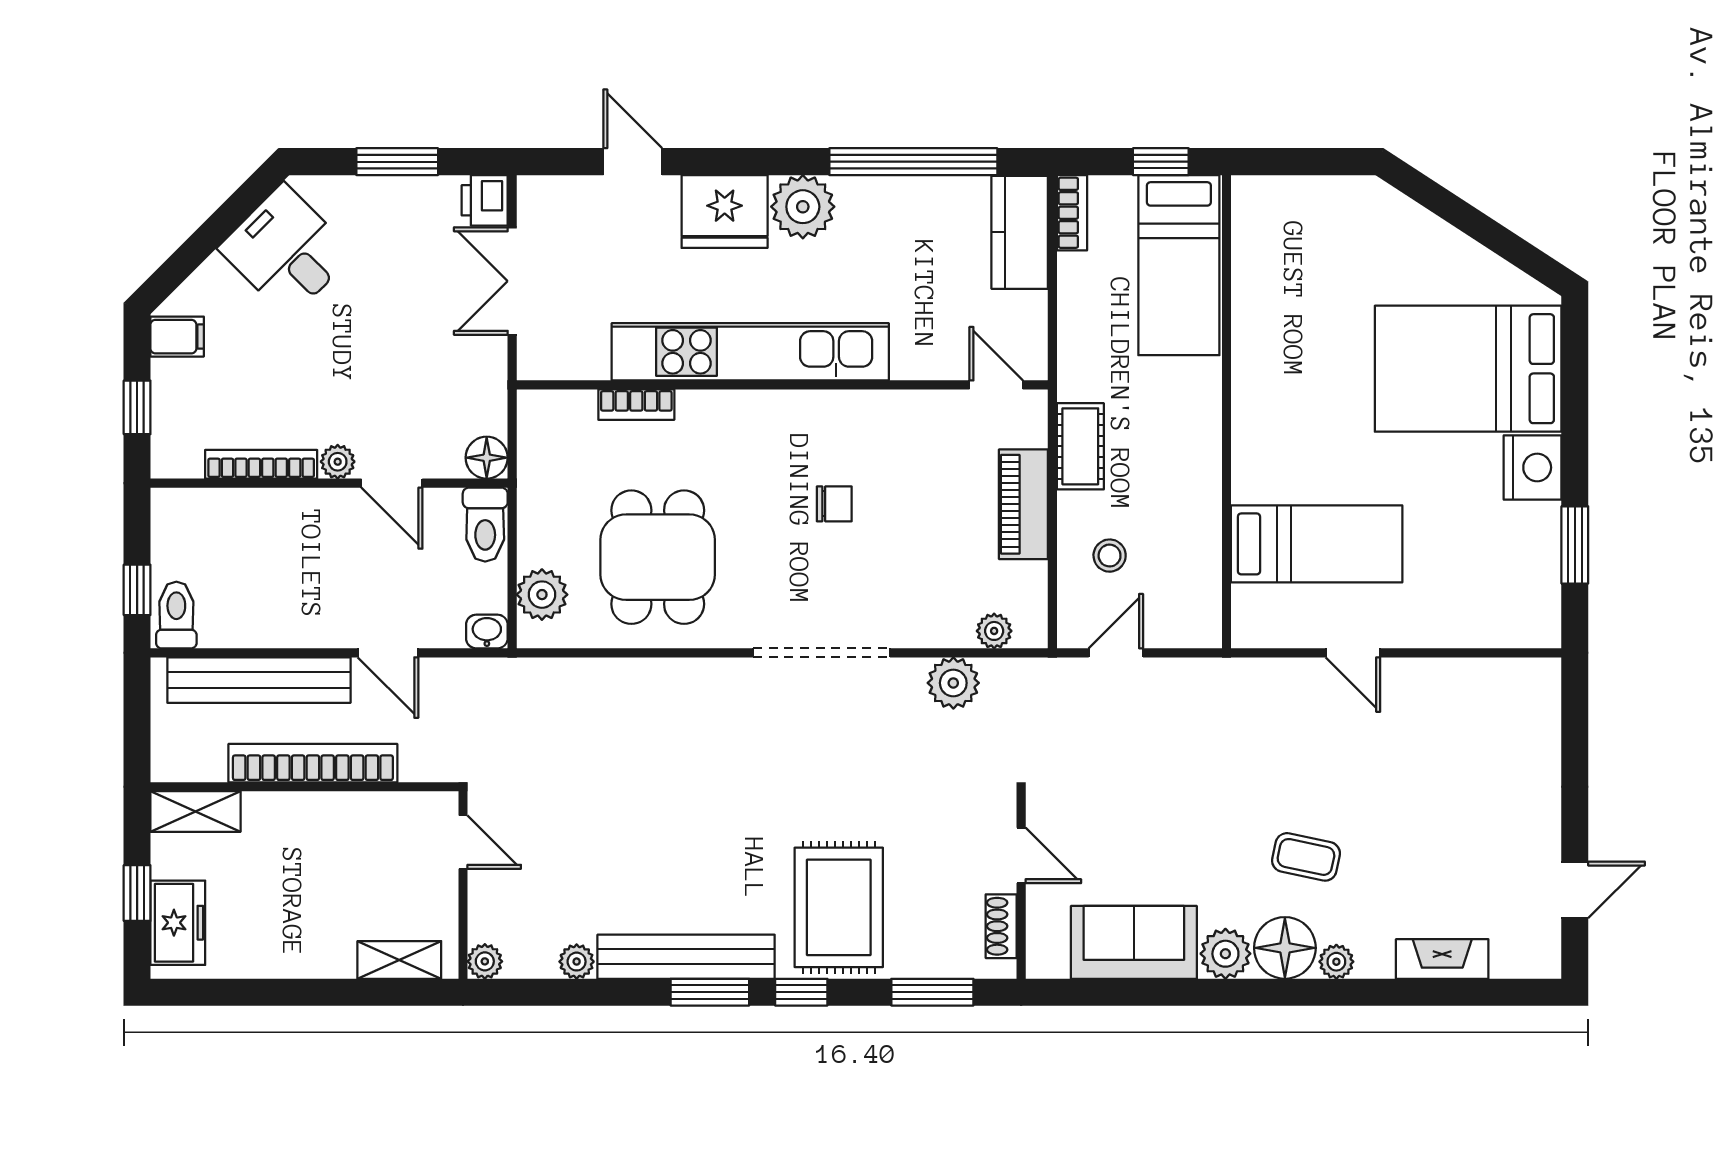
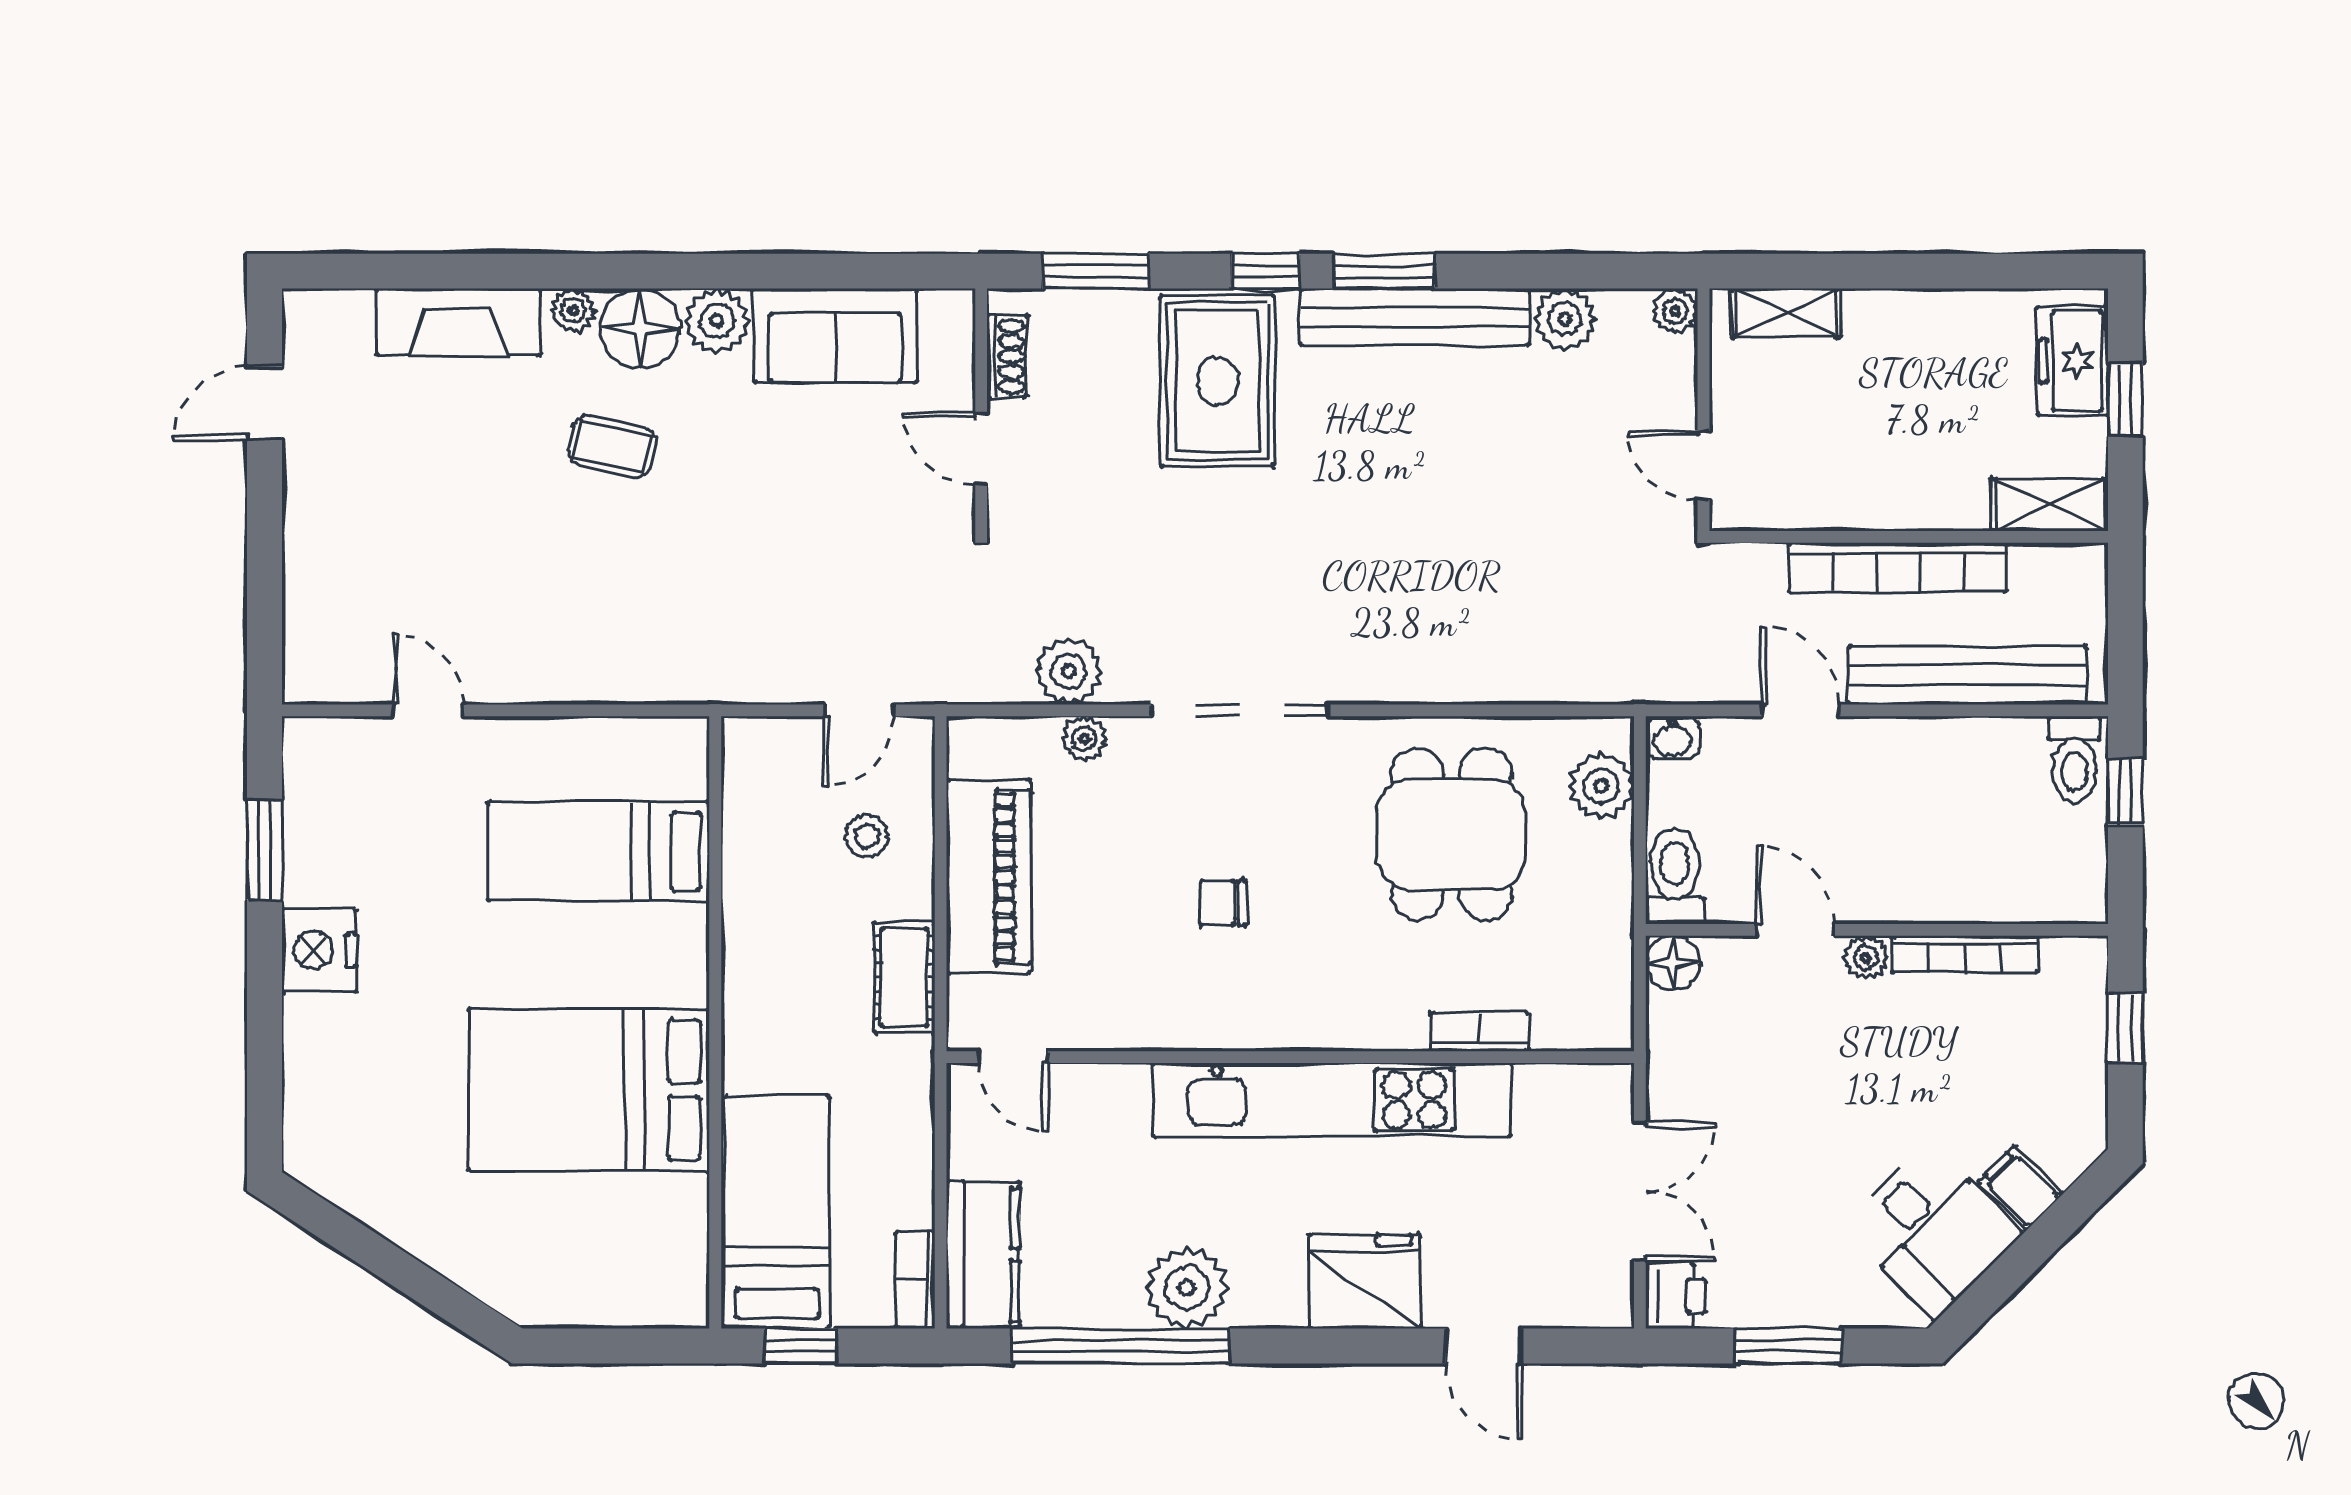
plant: (803, 207) -> (1187, 1288), moved
filing cabinet: (177, 337) -> (2020, 1188), moved, turned 45
bed: (1468, 369) -> (589, 1090), moved, turned 180
piano: (1023, 504) -> (988, 877), width x1.37, depth x1.33
plant: (994, 631) -> (1084, 739), moved
door: (1353, 653) -> (428, 710), moved
fireplace: (1442, 959) -> (458, 322), width x1.37, depth x1.32
plant: (577, 962) -> (1565, 319), width x1.38, depth x1.38

